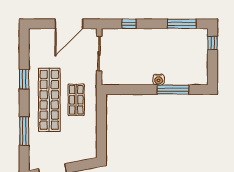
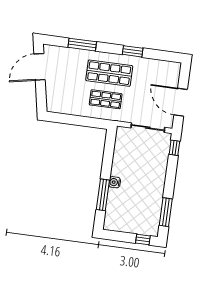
window: (129, 24) -> (174, 148), moved
shop shelf: (49, 100) -> (109, 73), width x0.71

